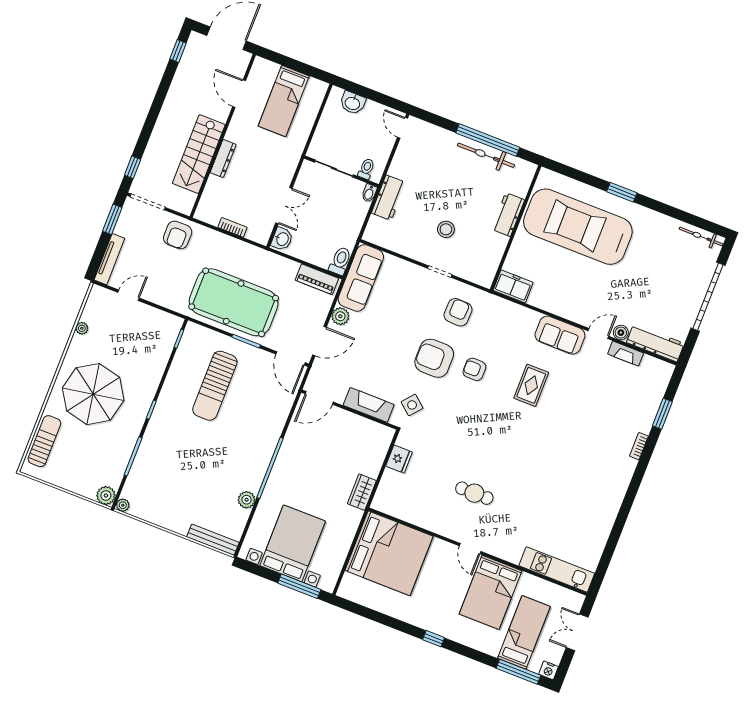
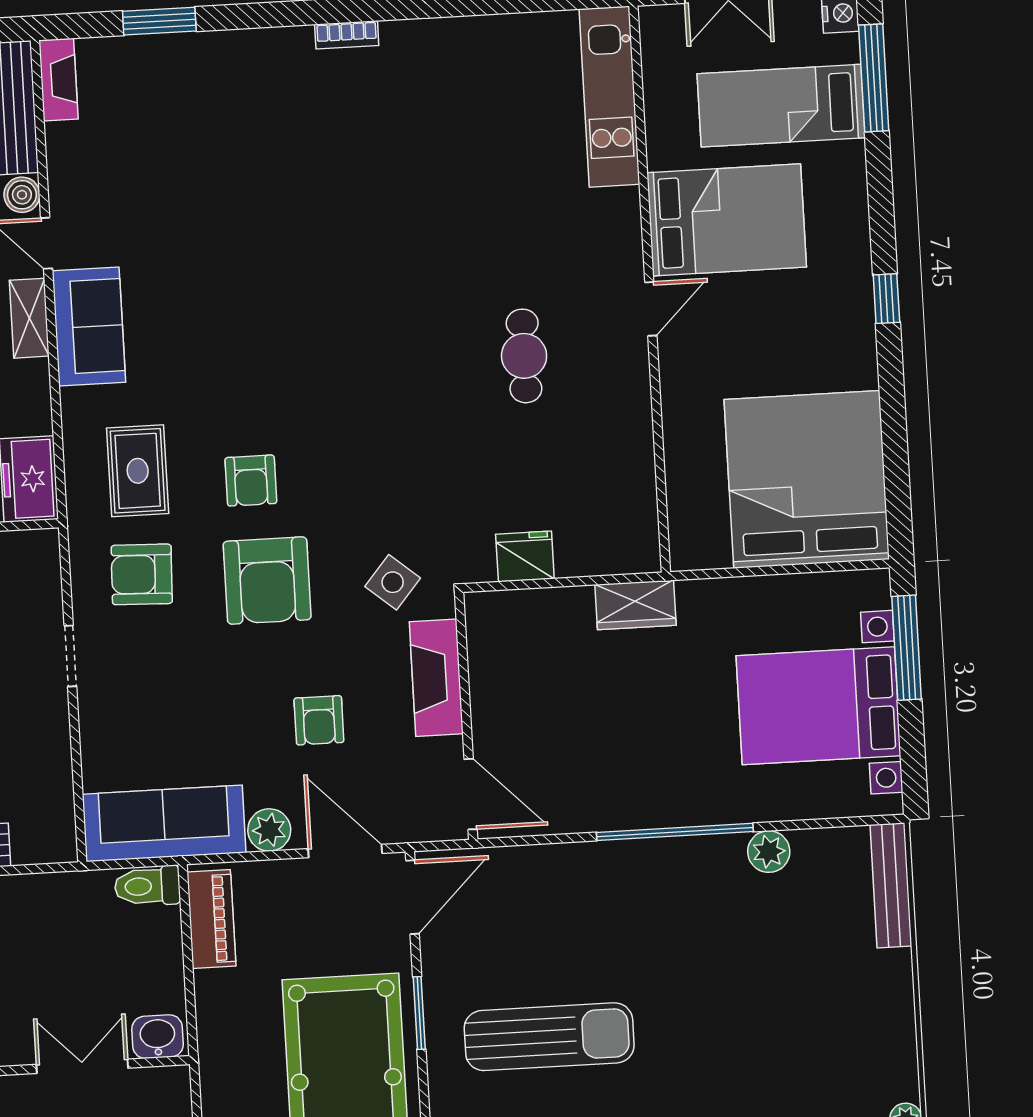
shelving: (573, 314) -> (29, 318), added
armchair: (373, 354) -> (319, 720), added
fireplace: (626, 354) -> (59, 80), moved
rug: (531, 385) -> (138, 471), moved, turned 90
bookcase: (639, 446) -> (347, 35), moved
bed: (389, 553) -> (807, 479), moved

